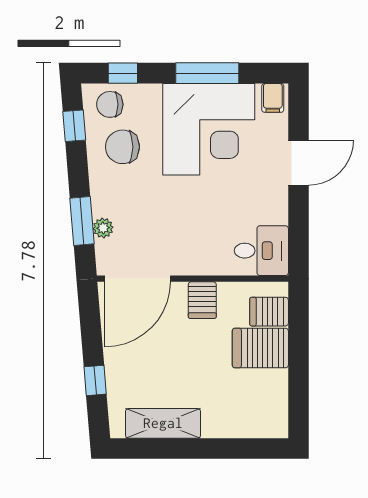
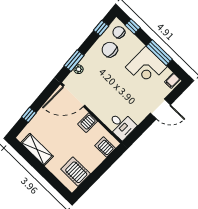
corner desk: (209, 129) -> (146, 67), width x0.74, depth x0.74
server rack: (260, 348) -> (76, 172), moved

